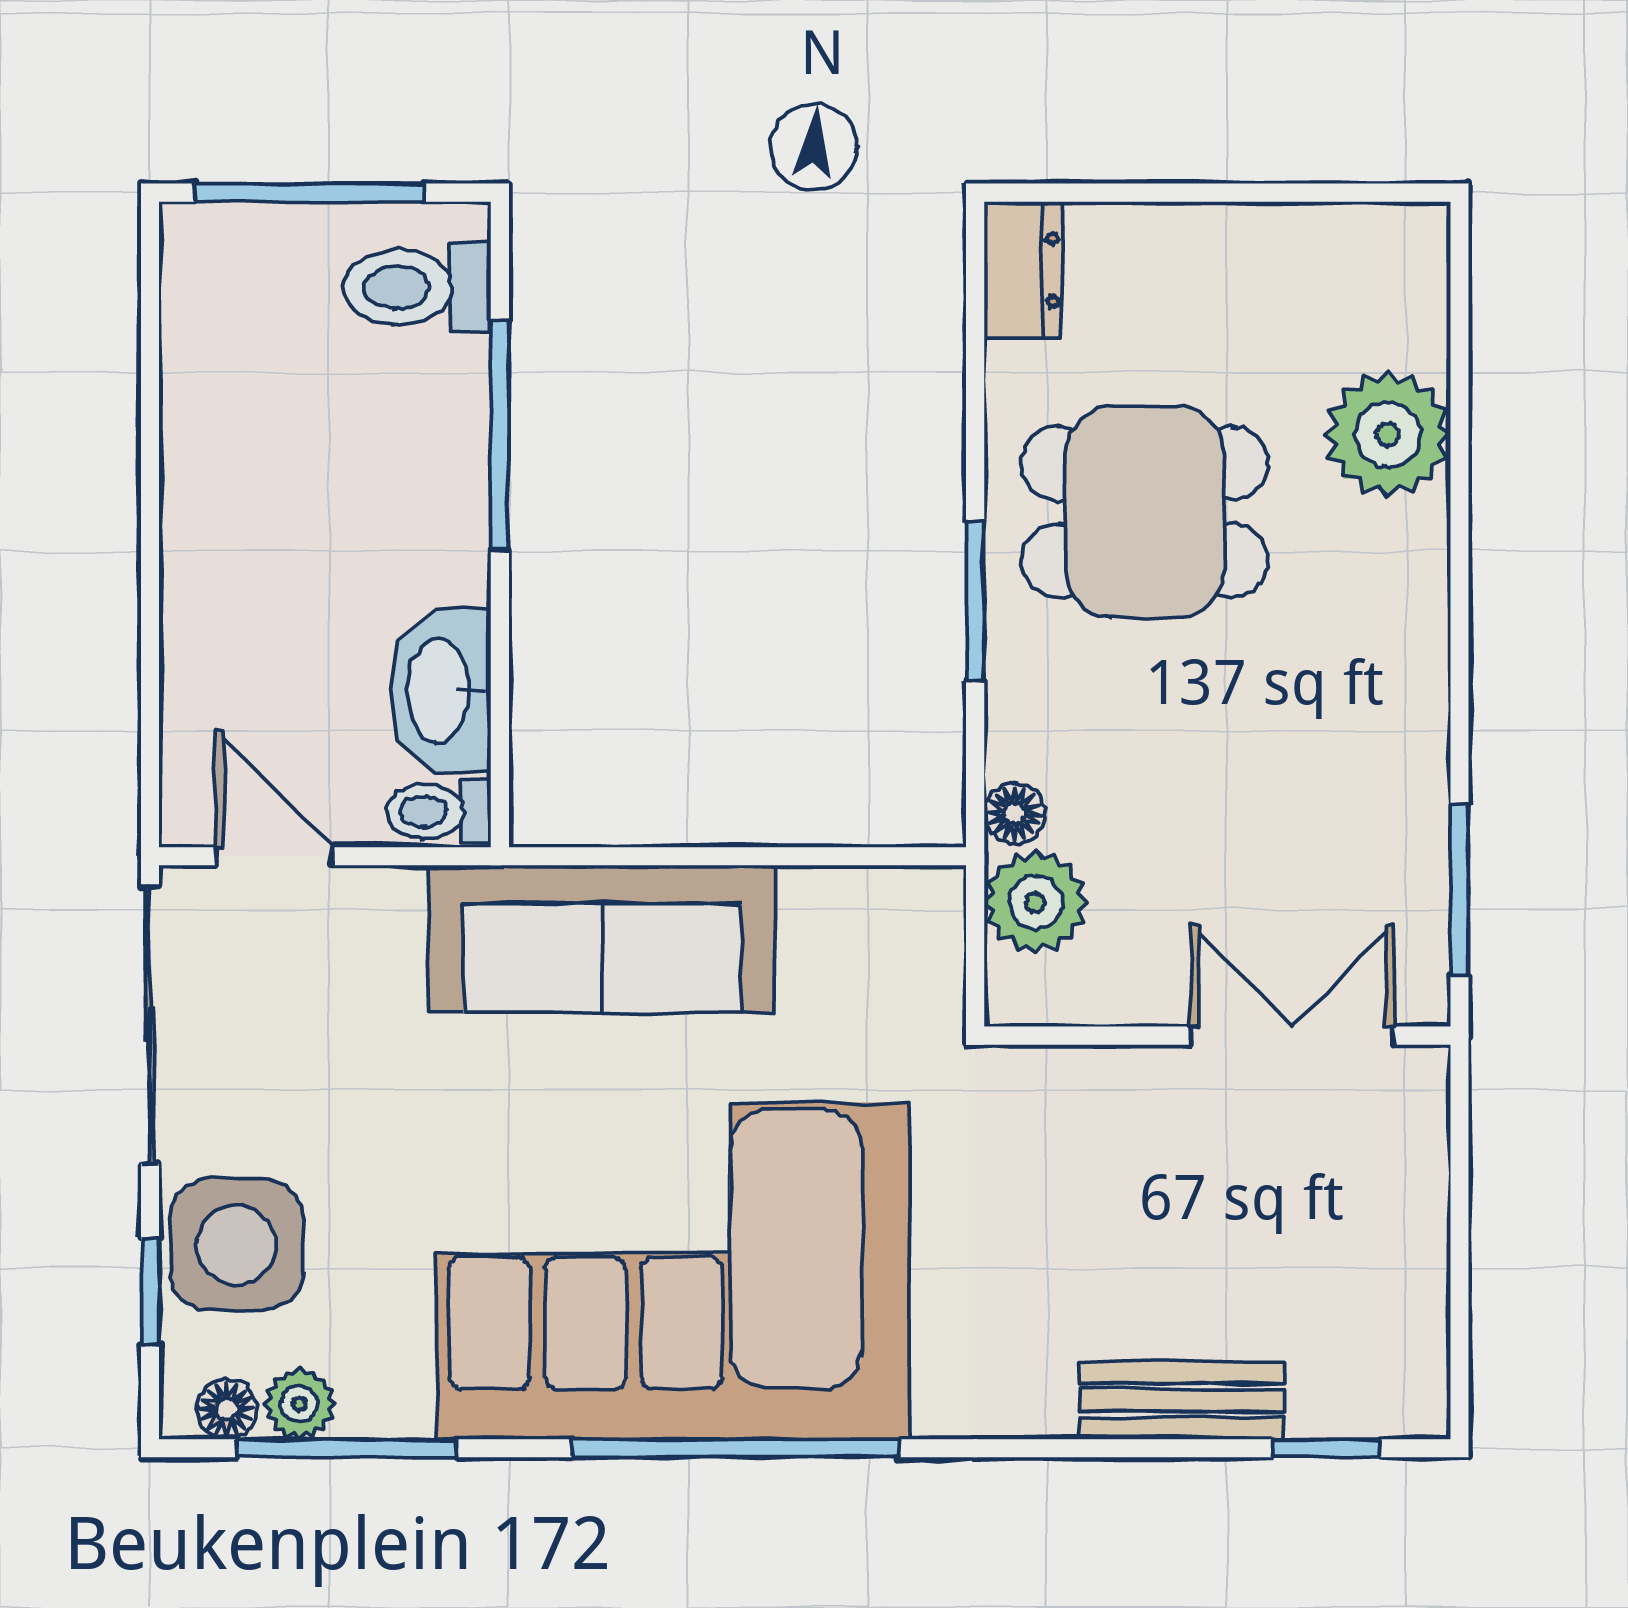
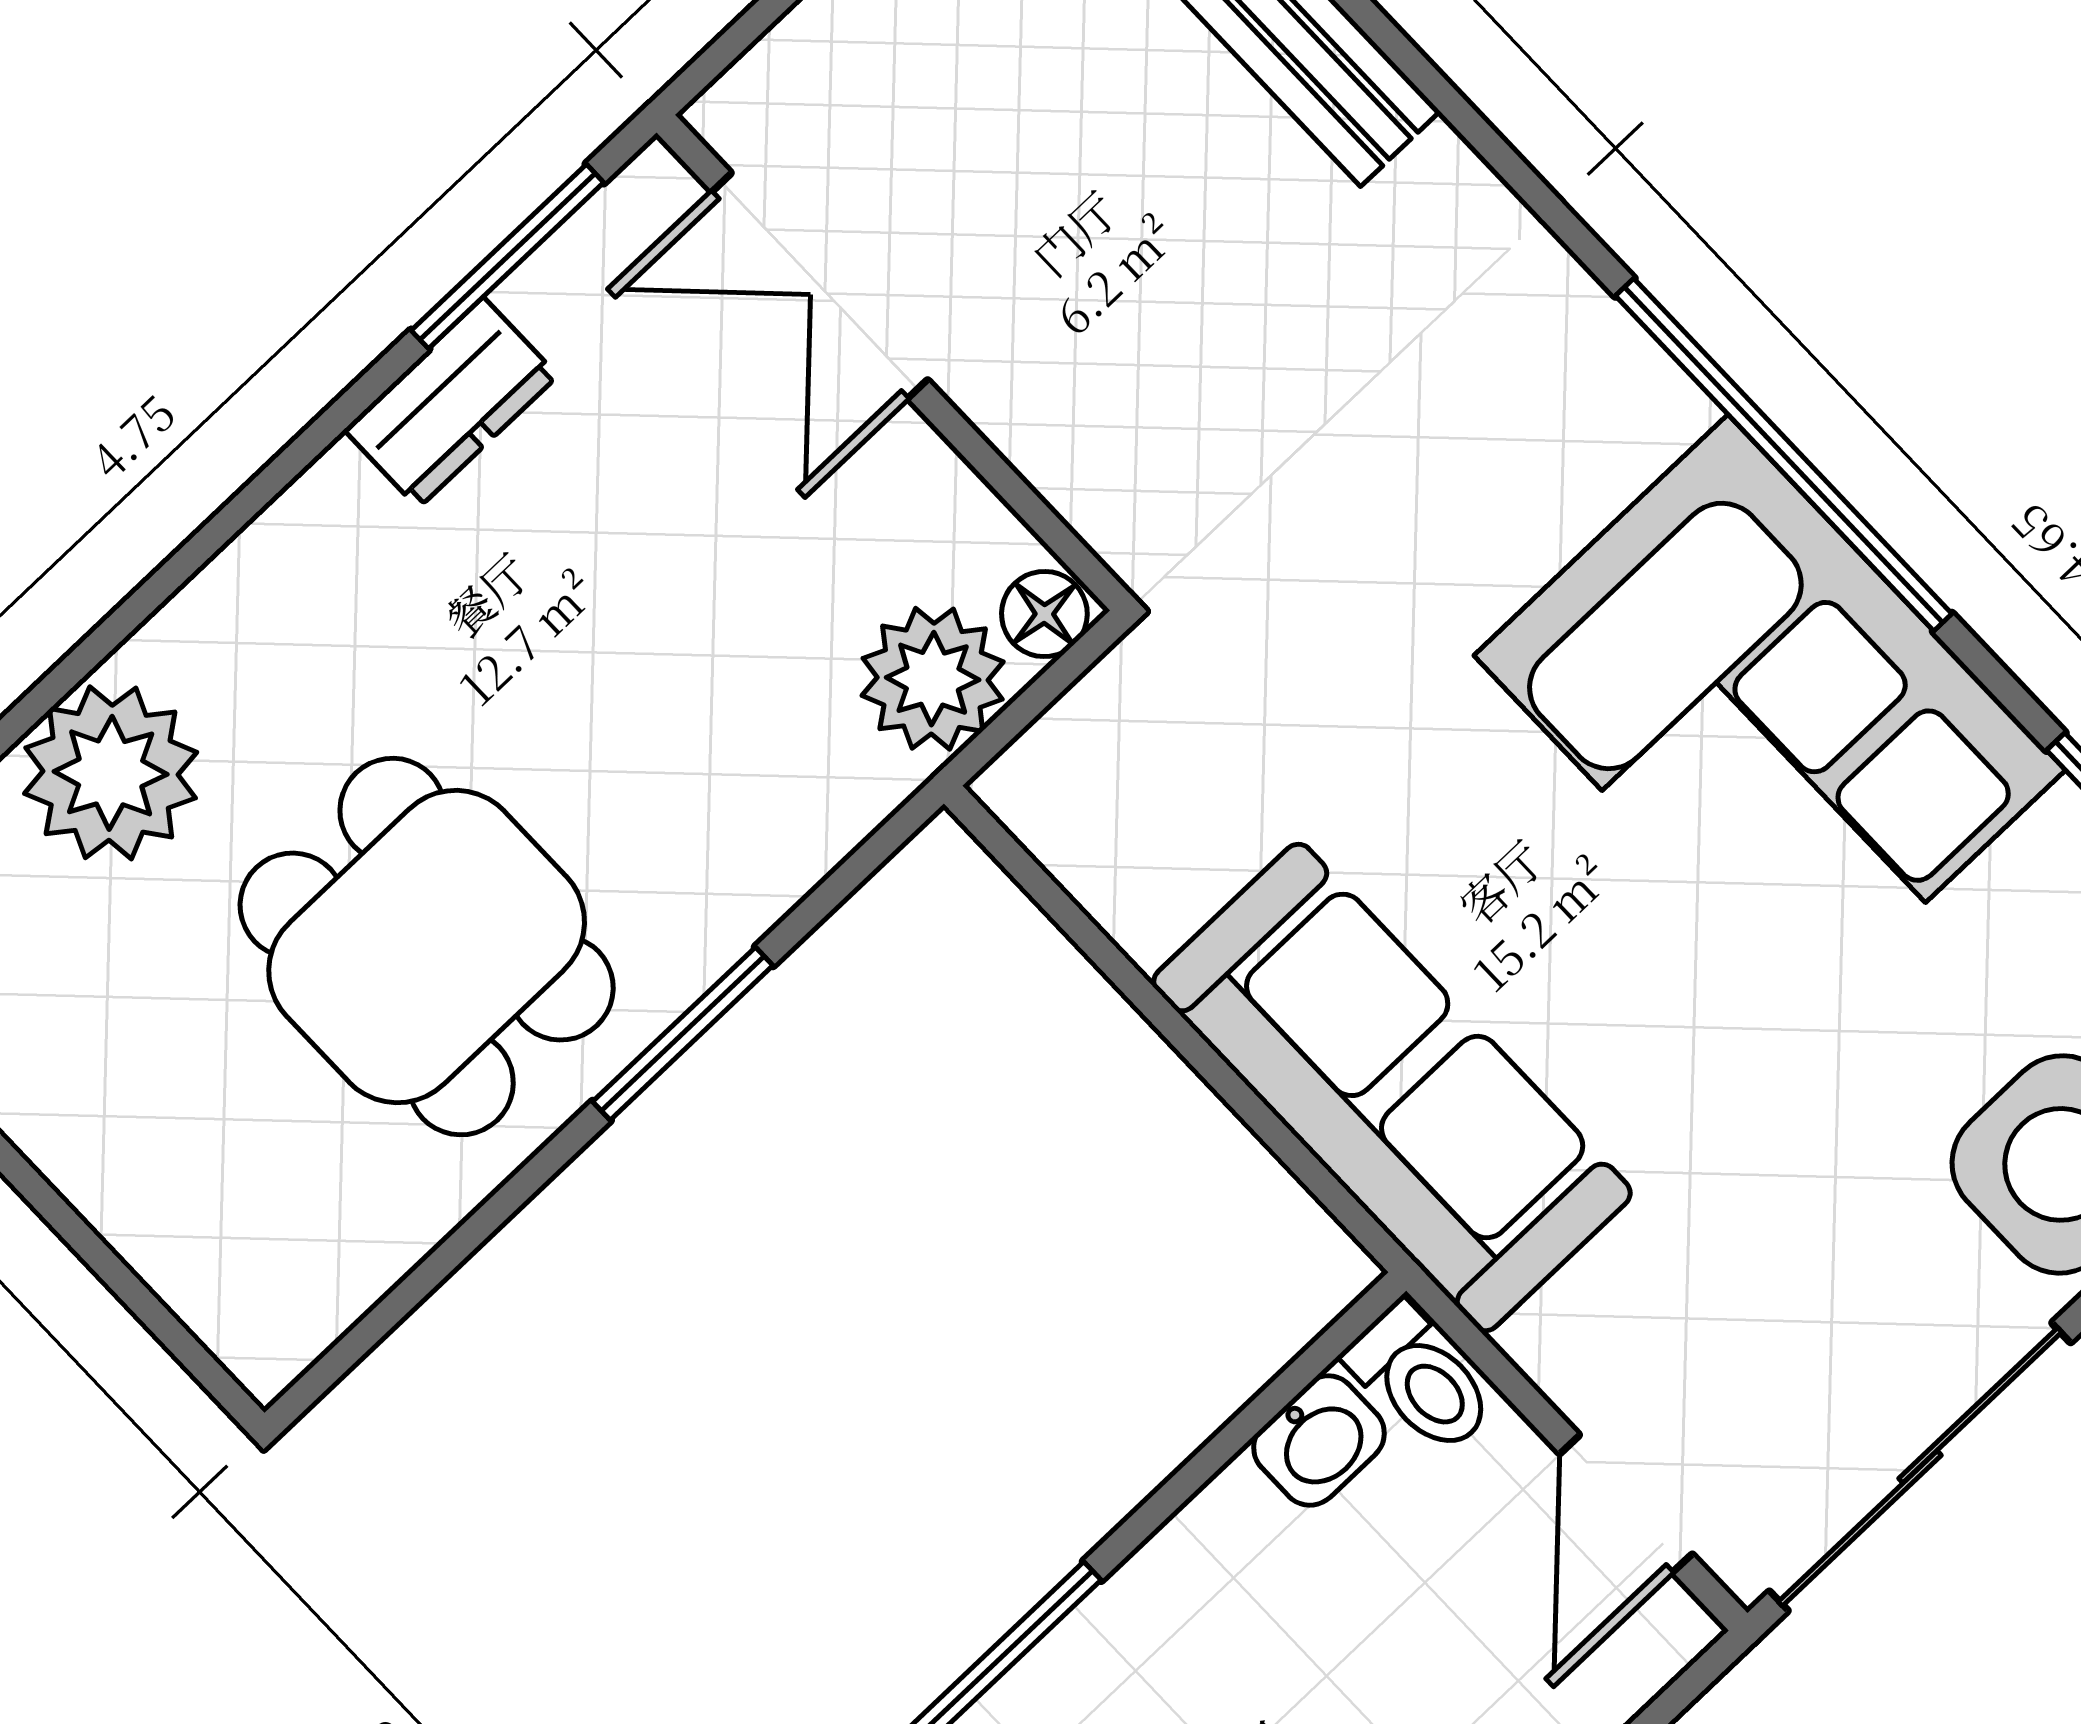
dresser: (1023, 270) -> (451, 403), moved, turned 180
washbasin: (441, 690) -> (1319, 1441), width x0.52, depth x0.69
floor lamp: (1014, 813) -> (1044, 614), moved
corner sofa: (673, 1271) -> (1770, 713), width x0.73, depth x0.74

